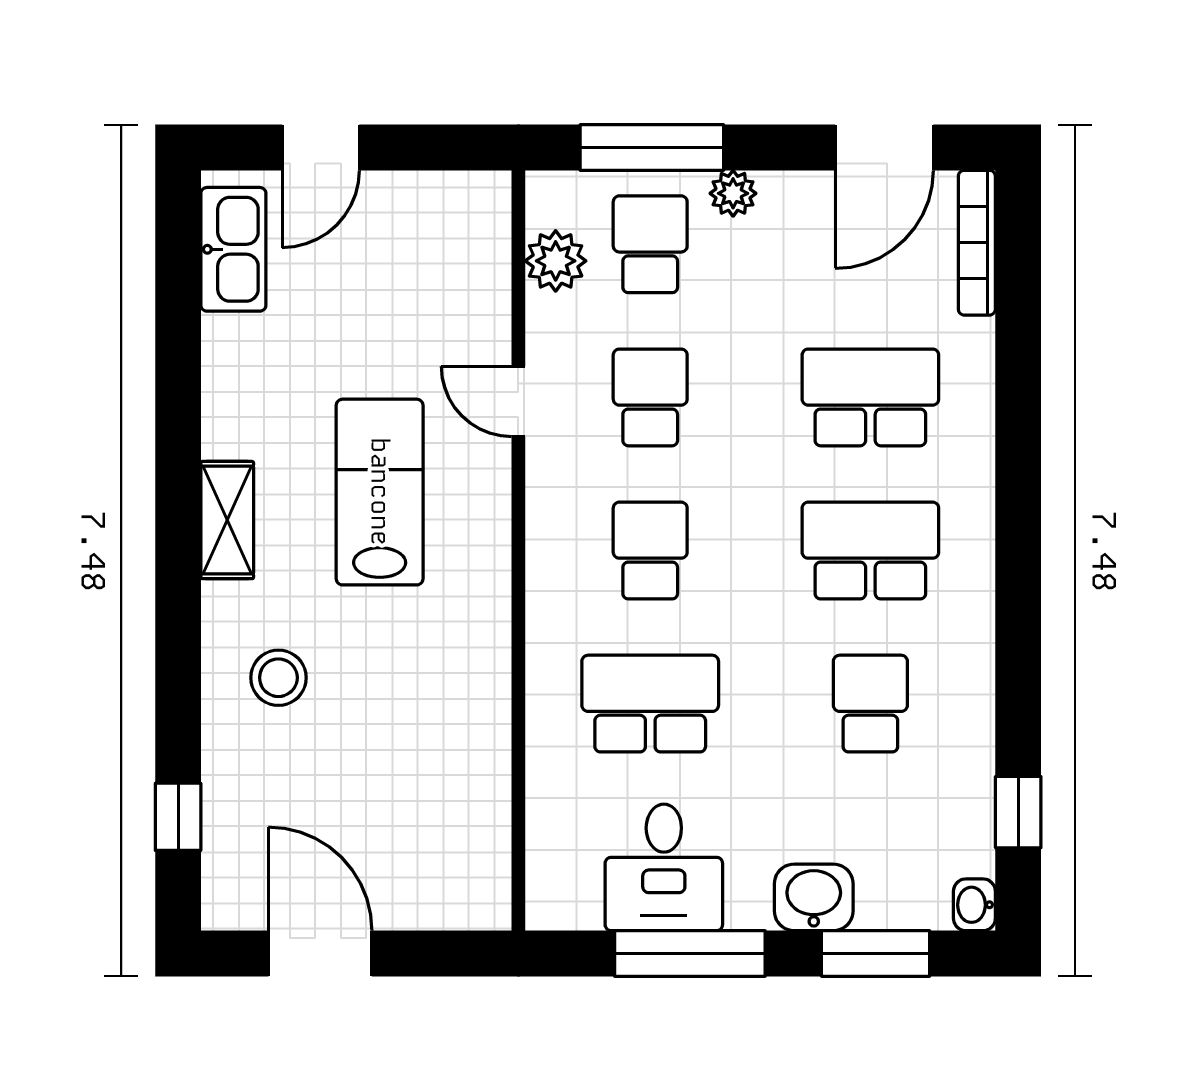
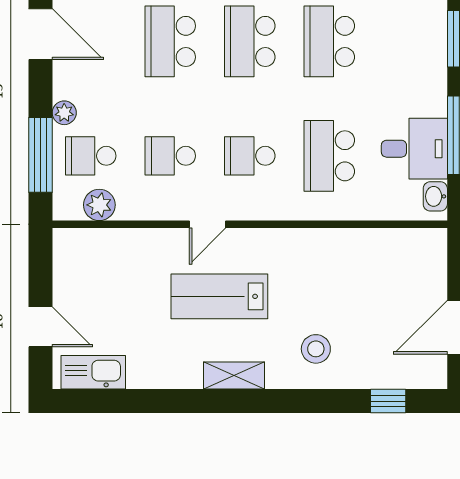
door: (518, 401) -> (208, 224), moved
school desk: (870, 704) -> (329, 41), width x1.85
washbasin: (814, 897) -> (435, 196), moved, width x0.72, depth x0.69

